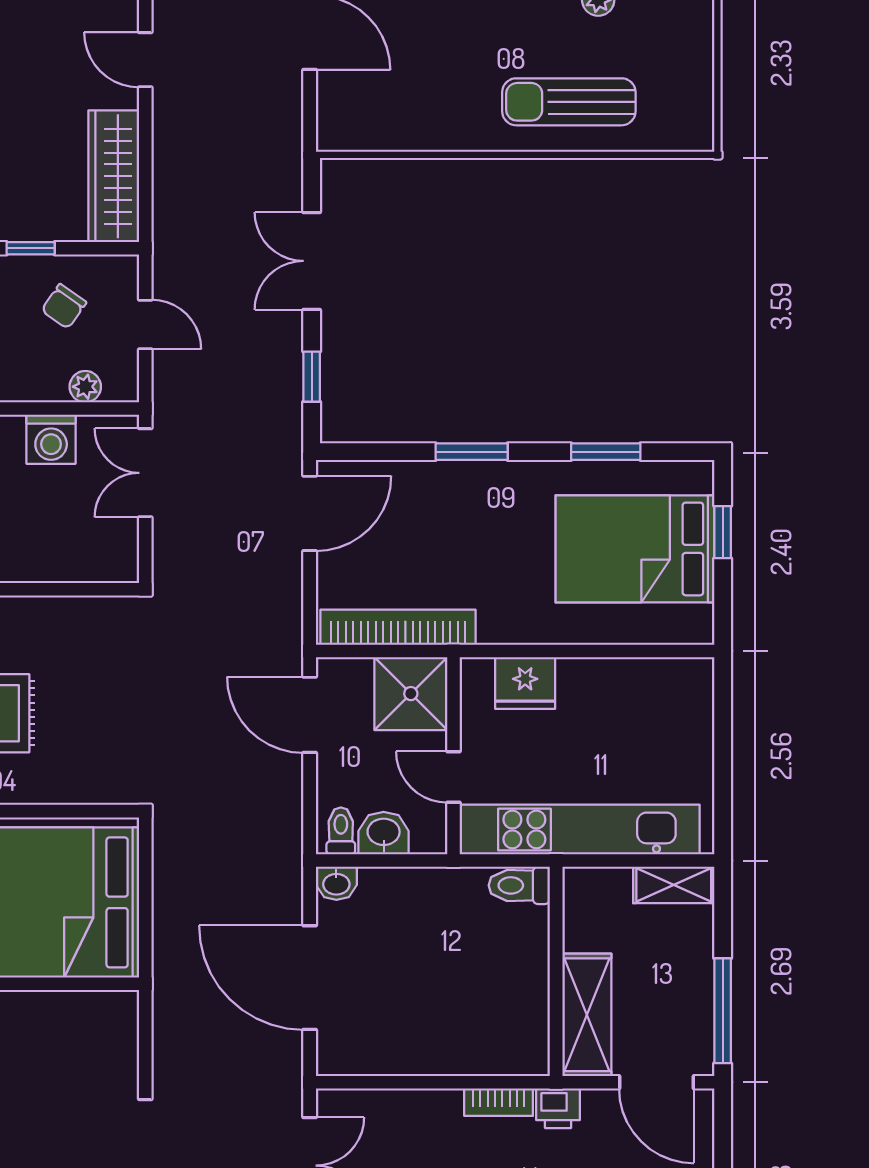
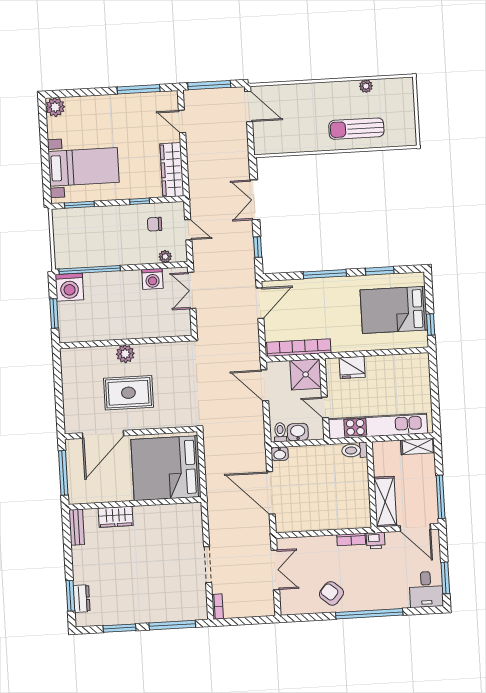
chair: (64, 306) -> (155, 224), turned 55
window: (472, 452) -> (325, 274), width x1.44
window: (723, 532) -> (431, 324), moved

